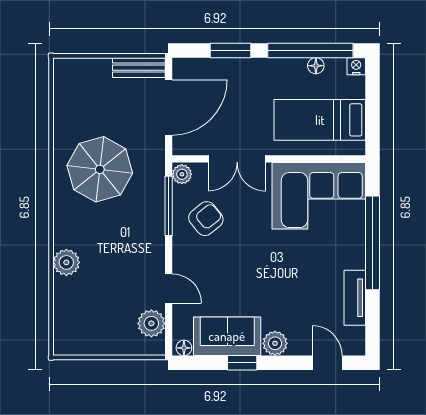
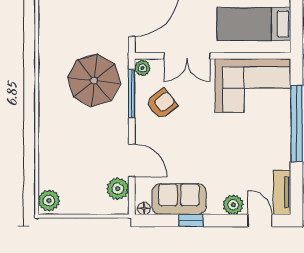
parasol: (100, 169) -> (94, 80), moved
plant: (66, 262) -> (49, 201), moved
door: (169, 288) -> (132, 160), width x1.38
tv unit: (355, 298) -> (282, 192), moved
plant: (275, 343) -> (233, 205), moved

